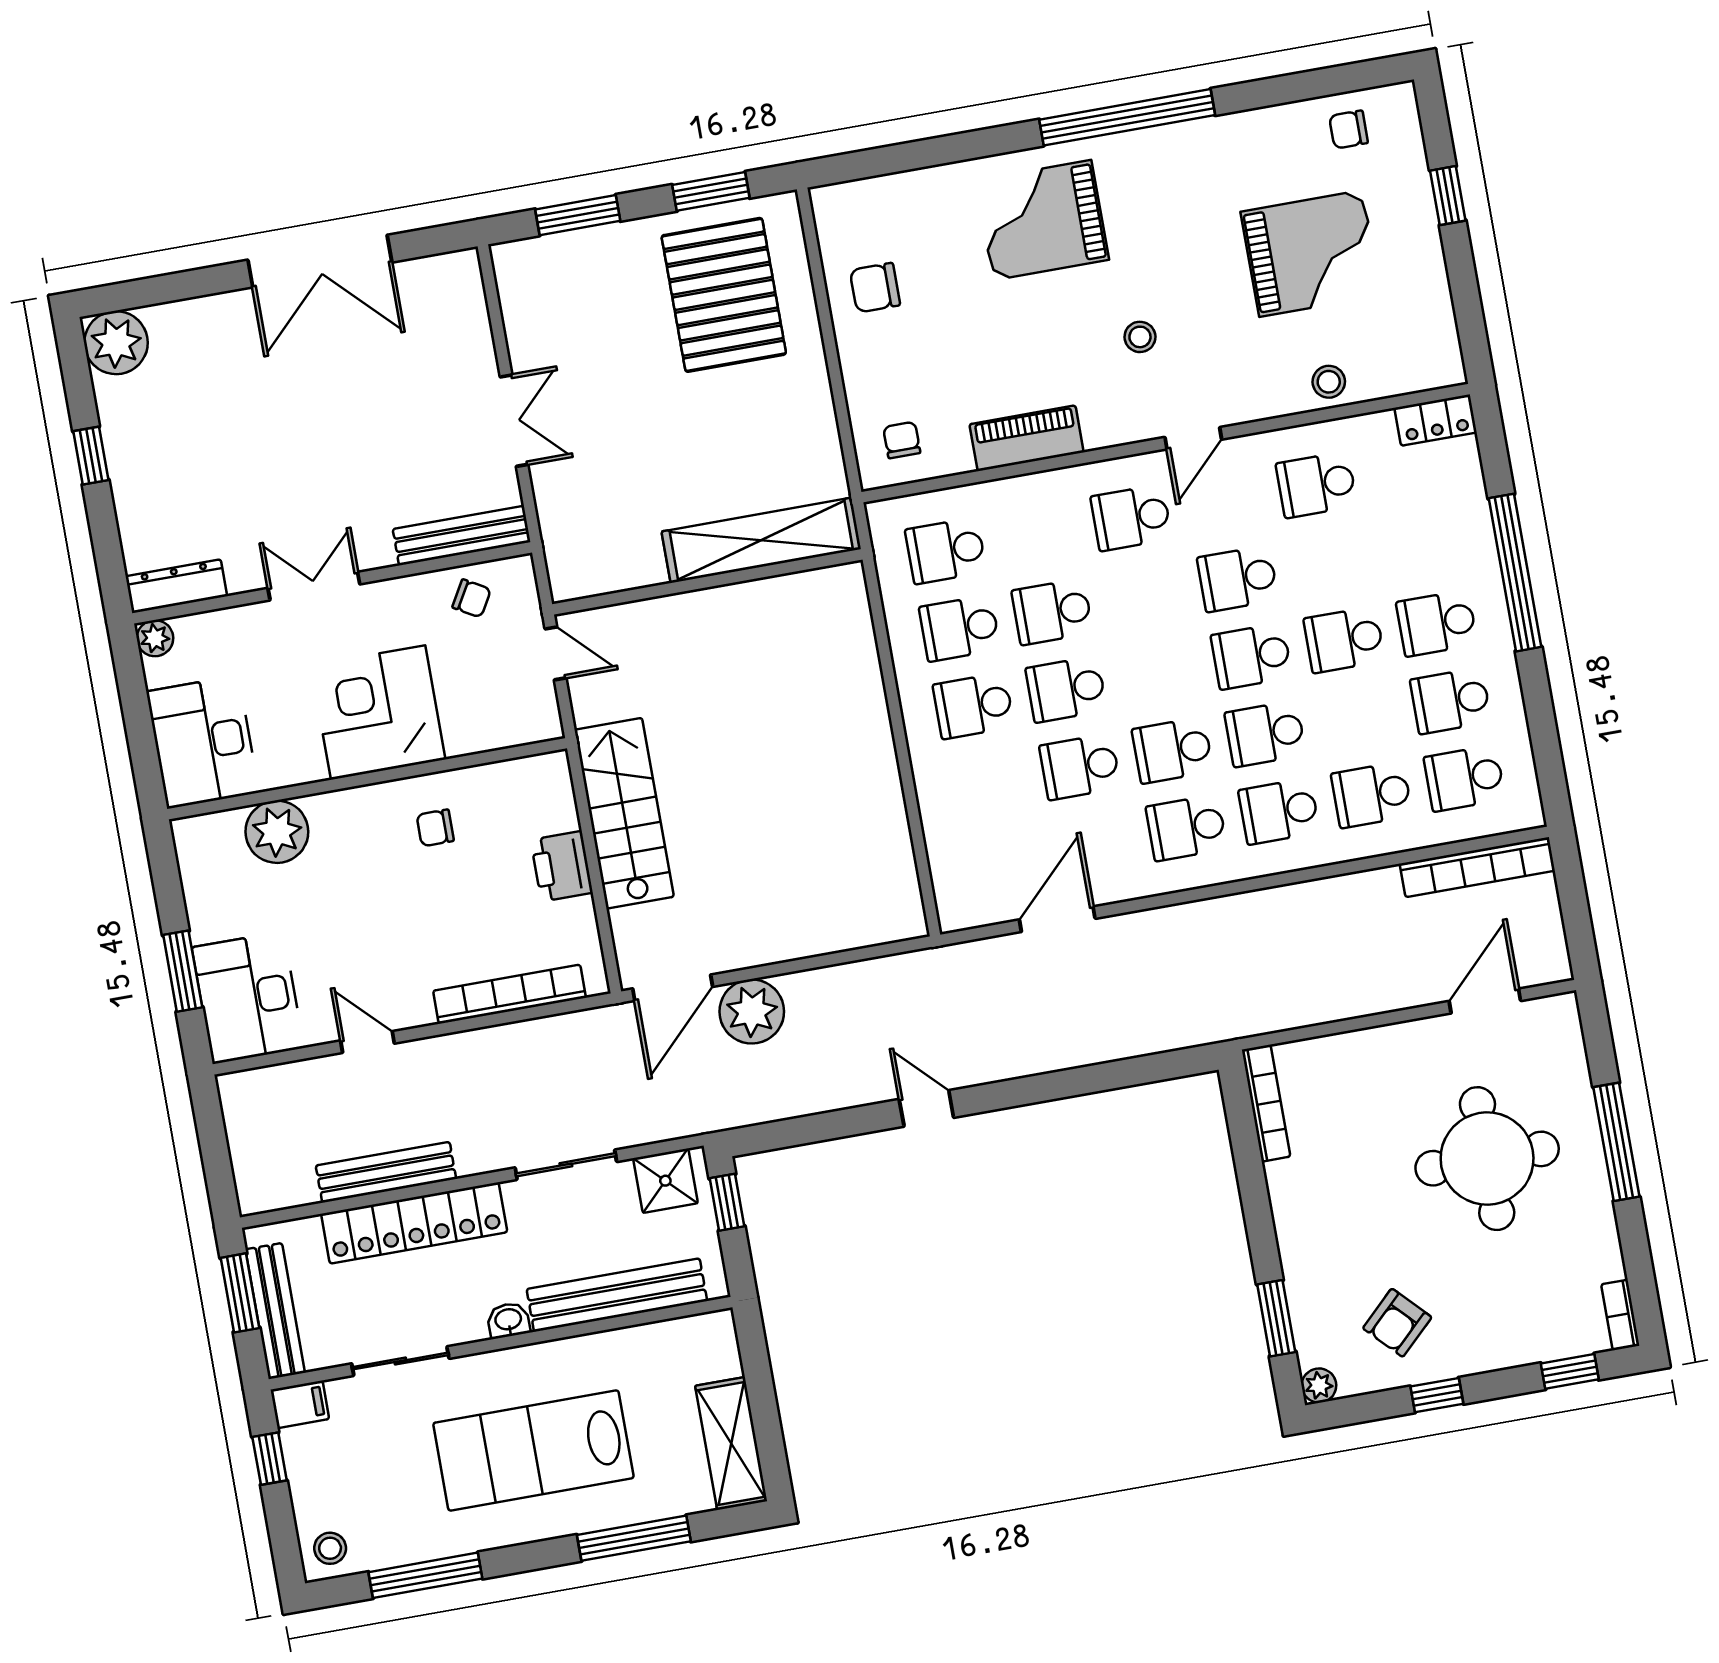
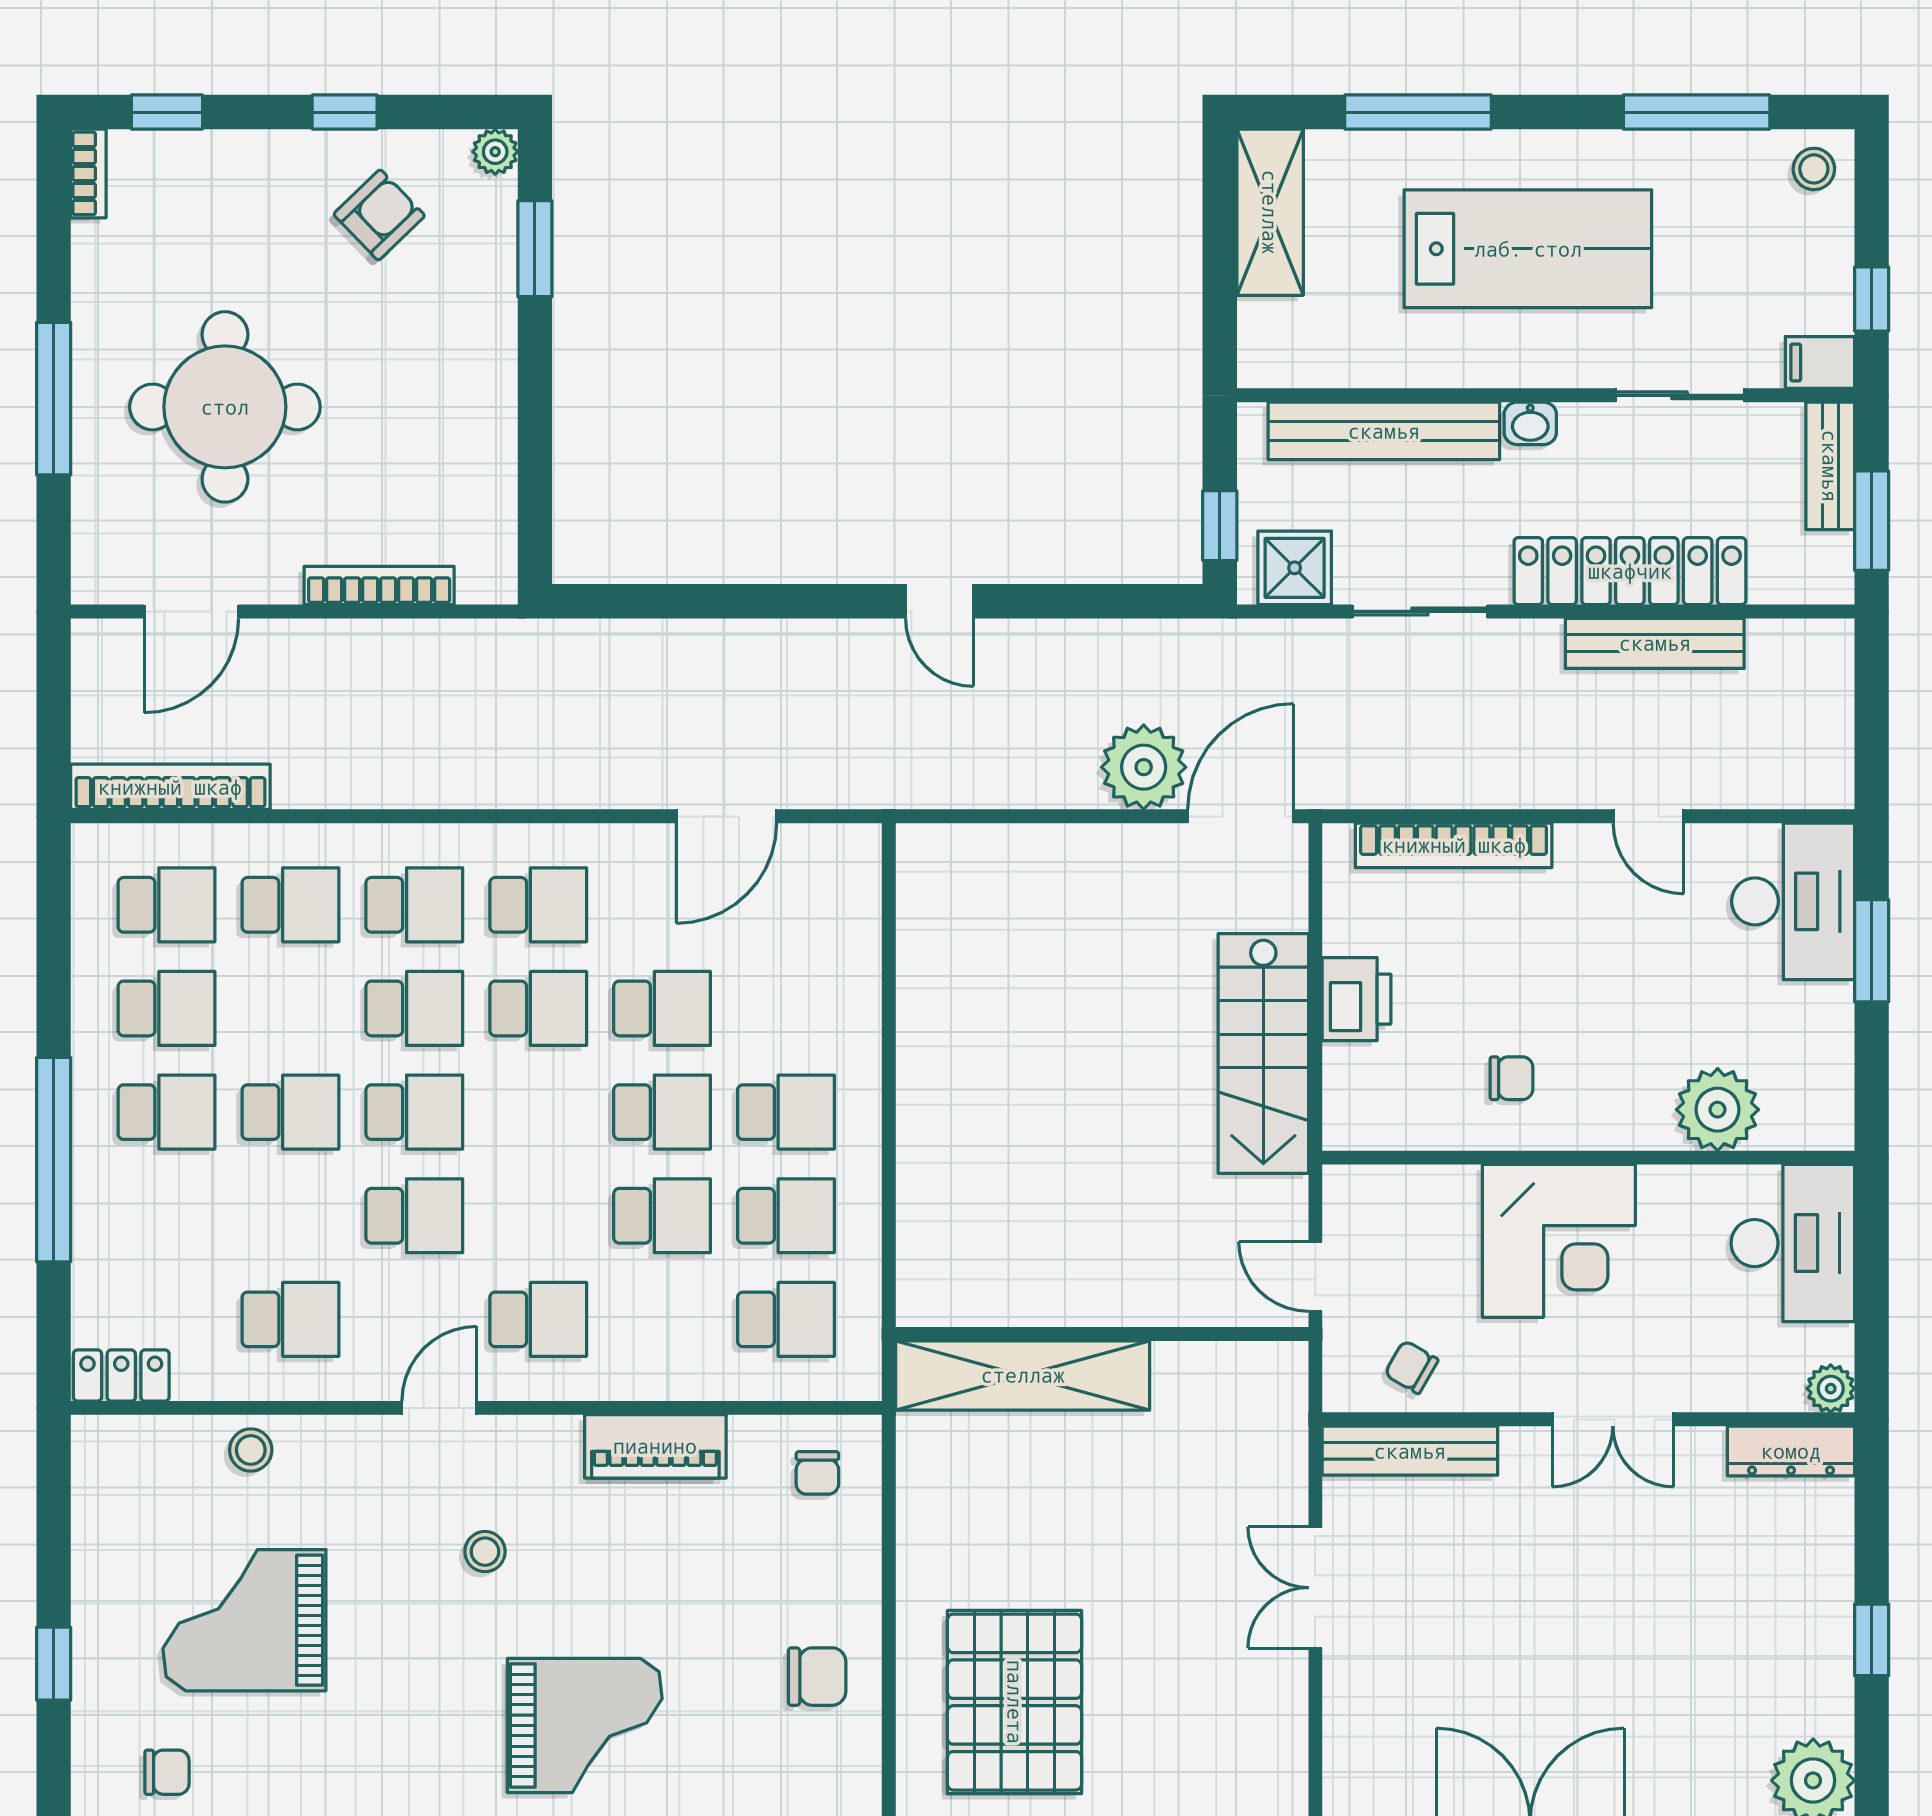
bookcase: (1266, 1103) -> (379, 585), moved, turned 90
bench: (275, 1311) -> (1830, 466), width x0.73

